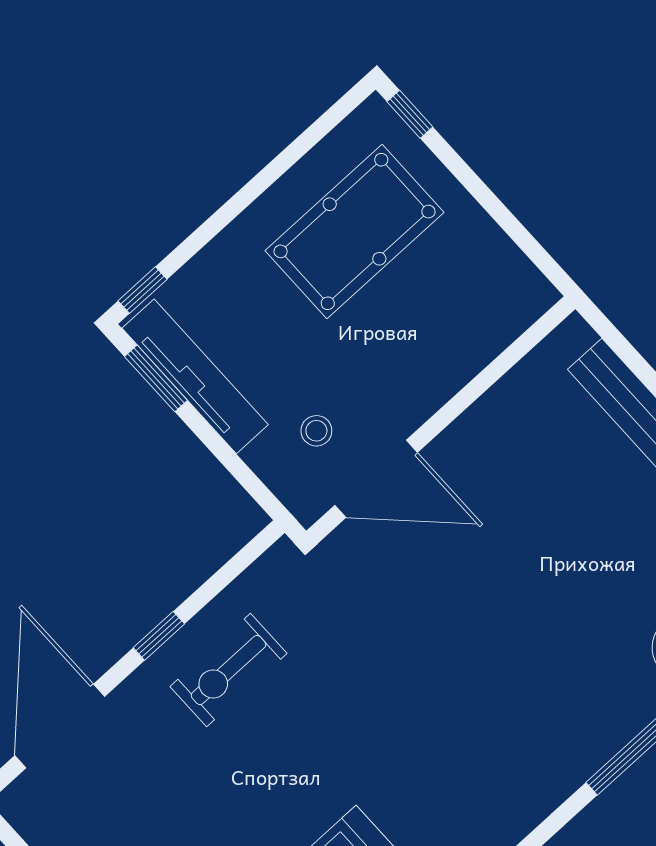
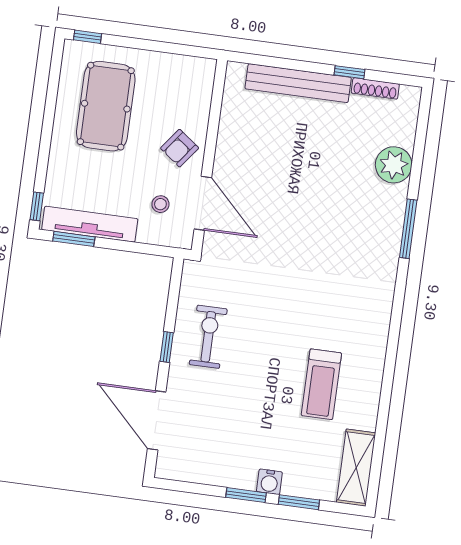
armchair: (408, 375) -> (180, 148), added
door: (376, 479) -> (203, 203), hinge flipped
exercise bike: (229, 670) -> (208, 337), turned 180

